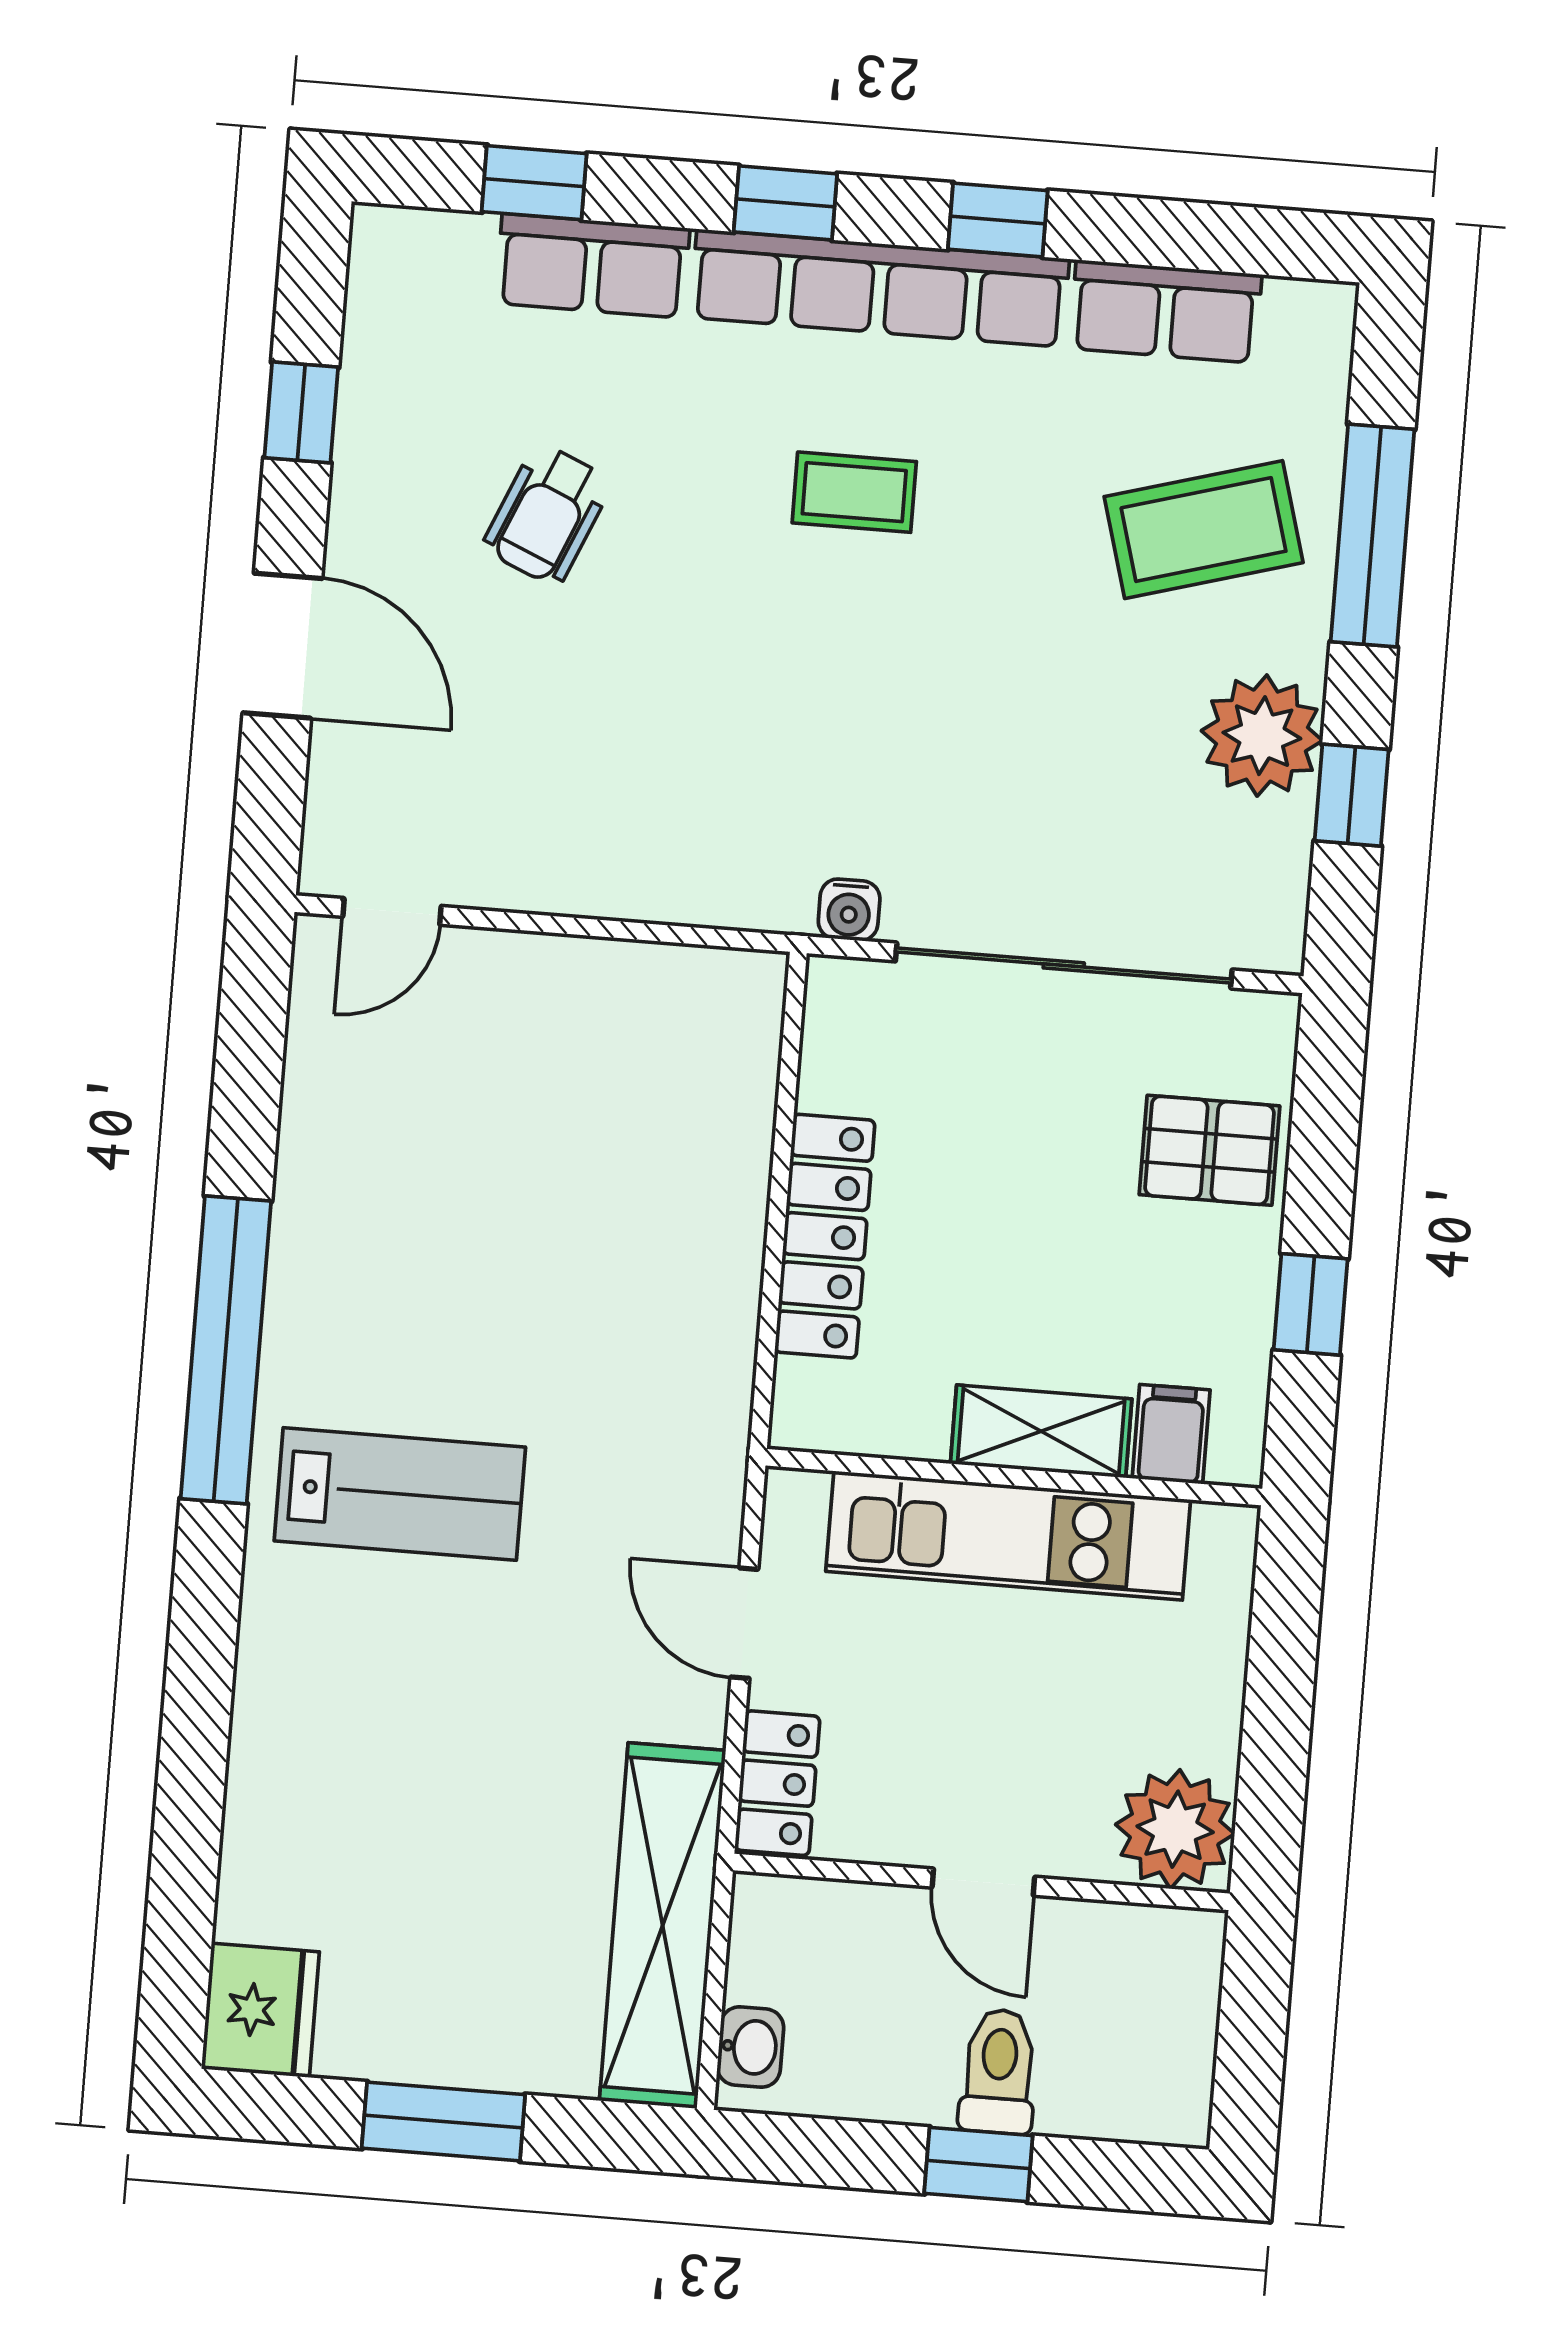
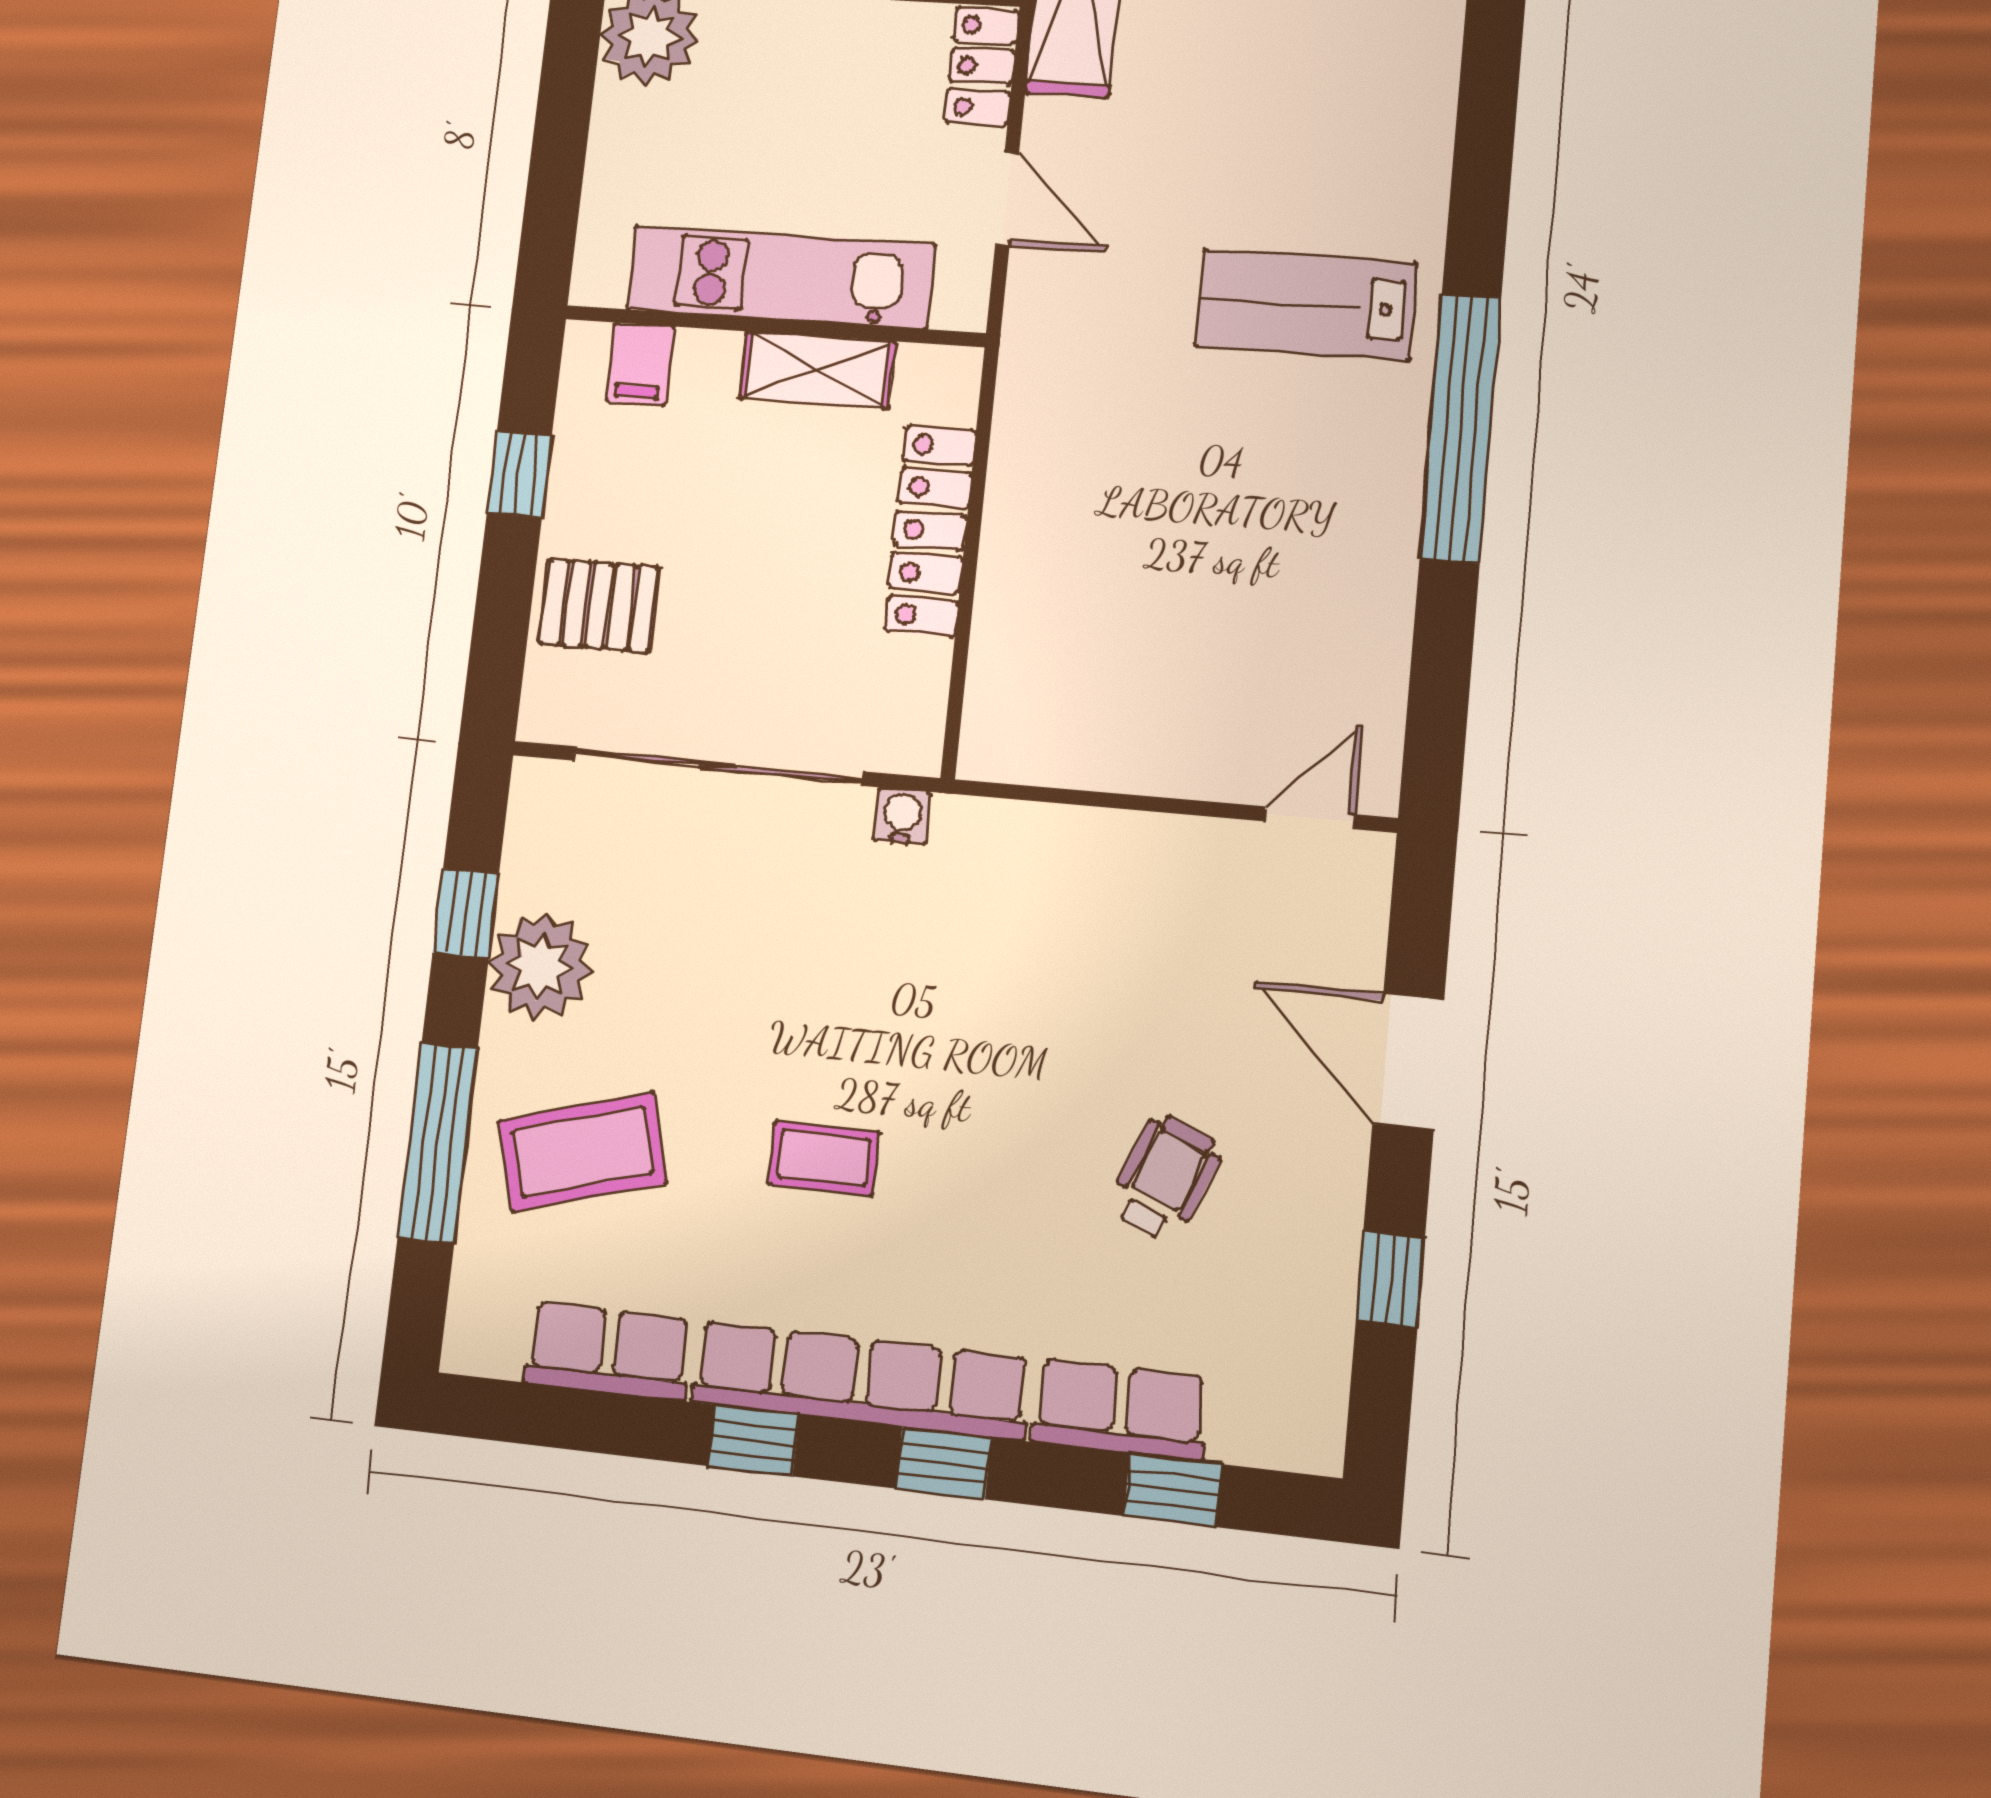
coffee table: (854, 492) -> (824, 1158), moved
shelving: (1041, 1431) -> (817, 370), moved

